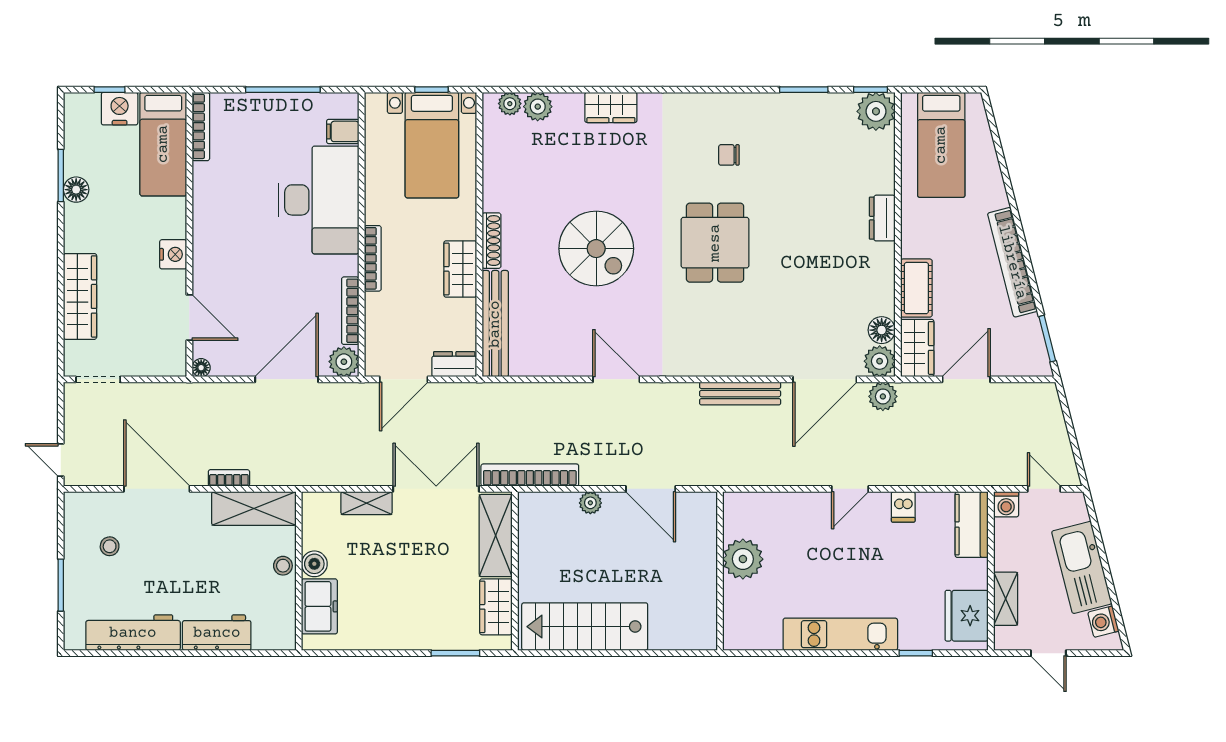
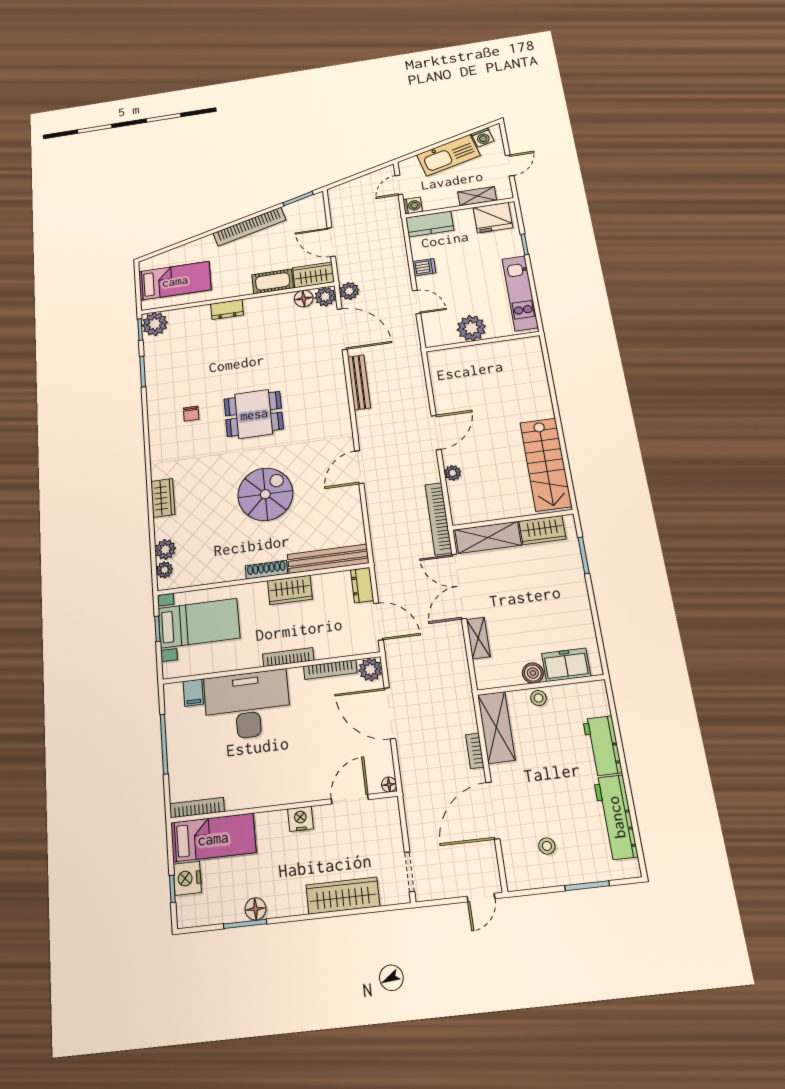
plant: (743, 559) -> (471, 328), moved
wall: (720, 571) -> (482, 342), moved

